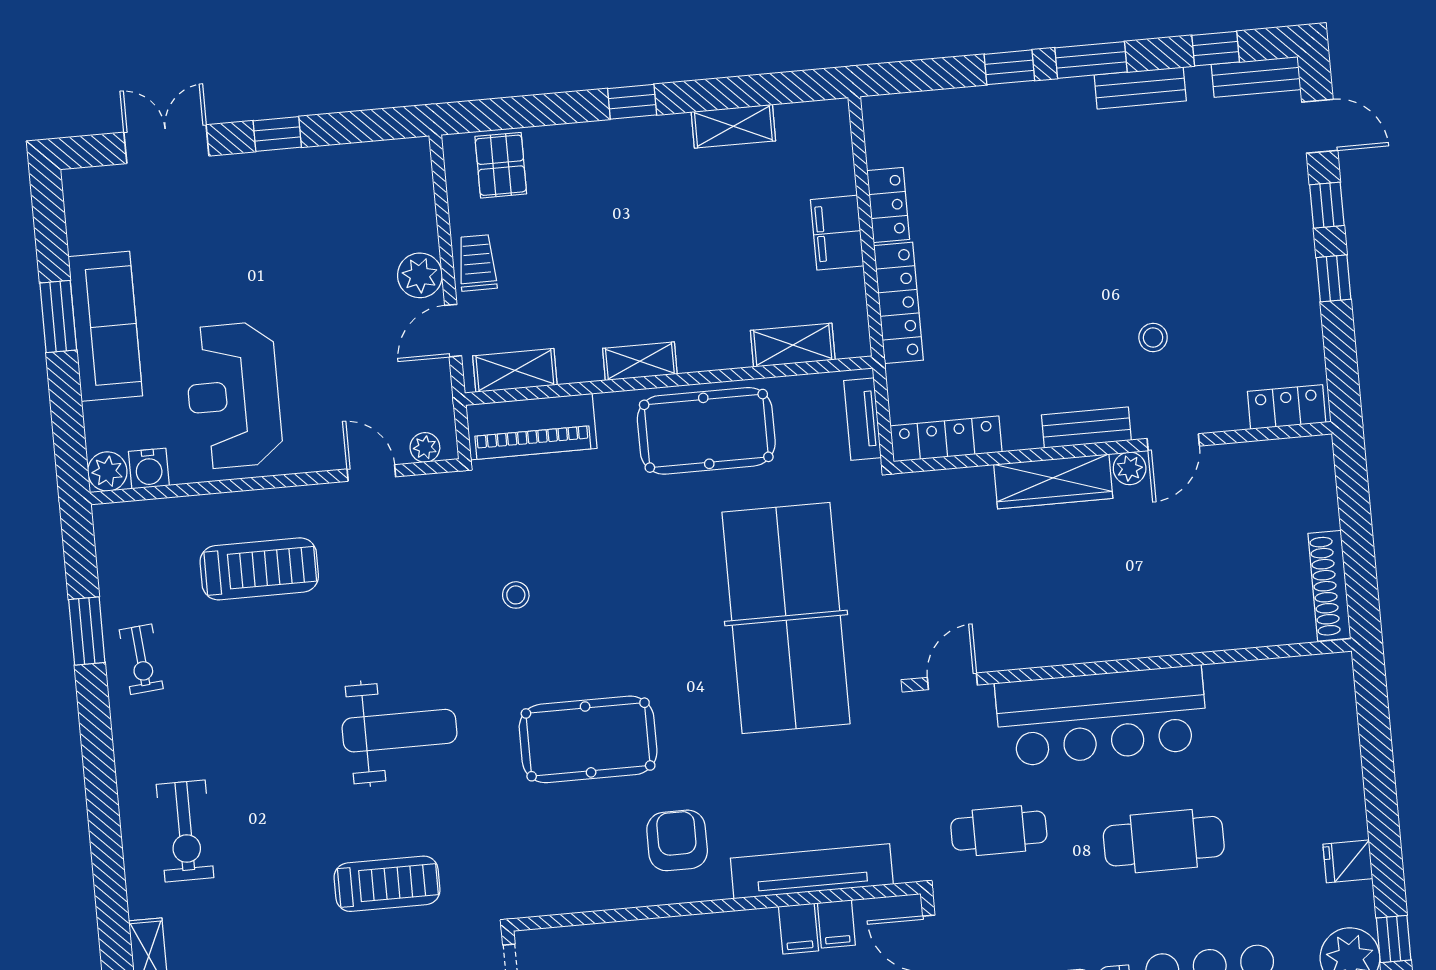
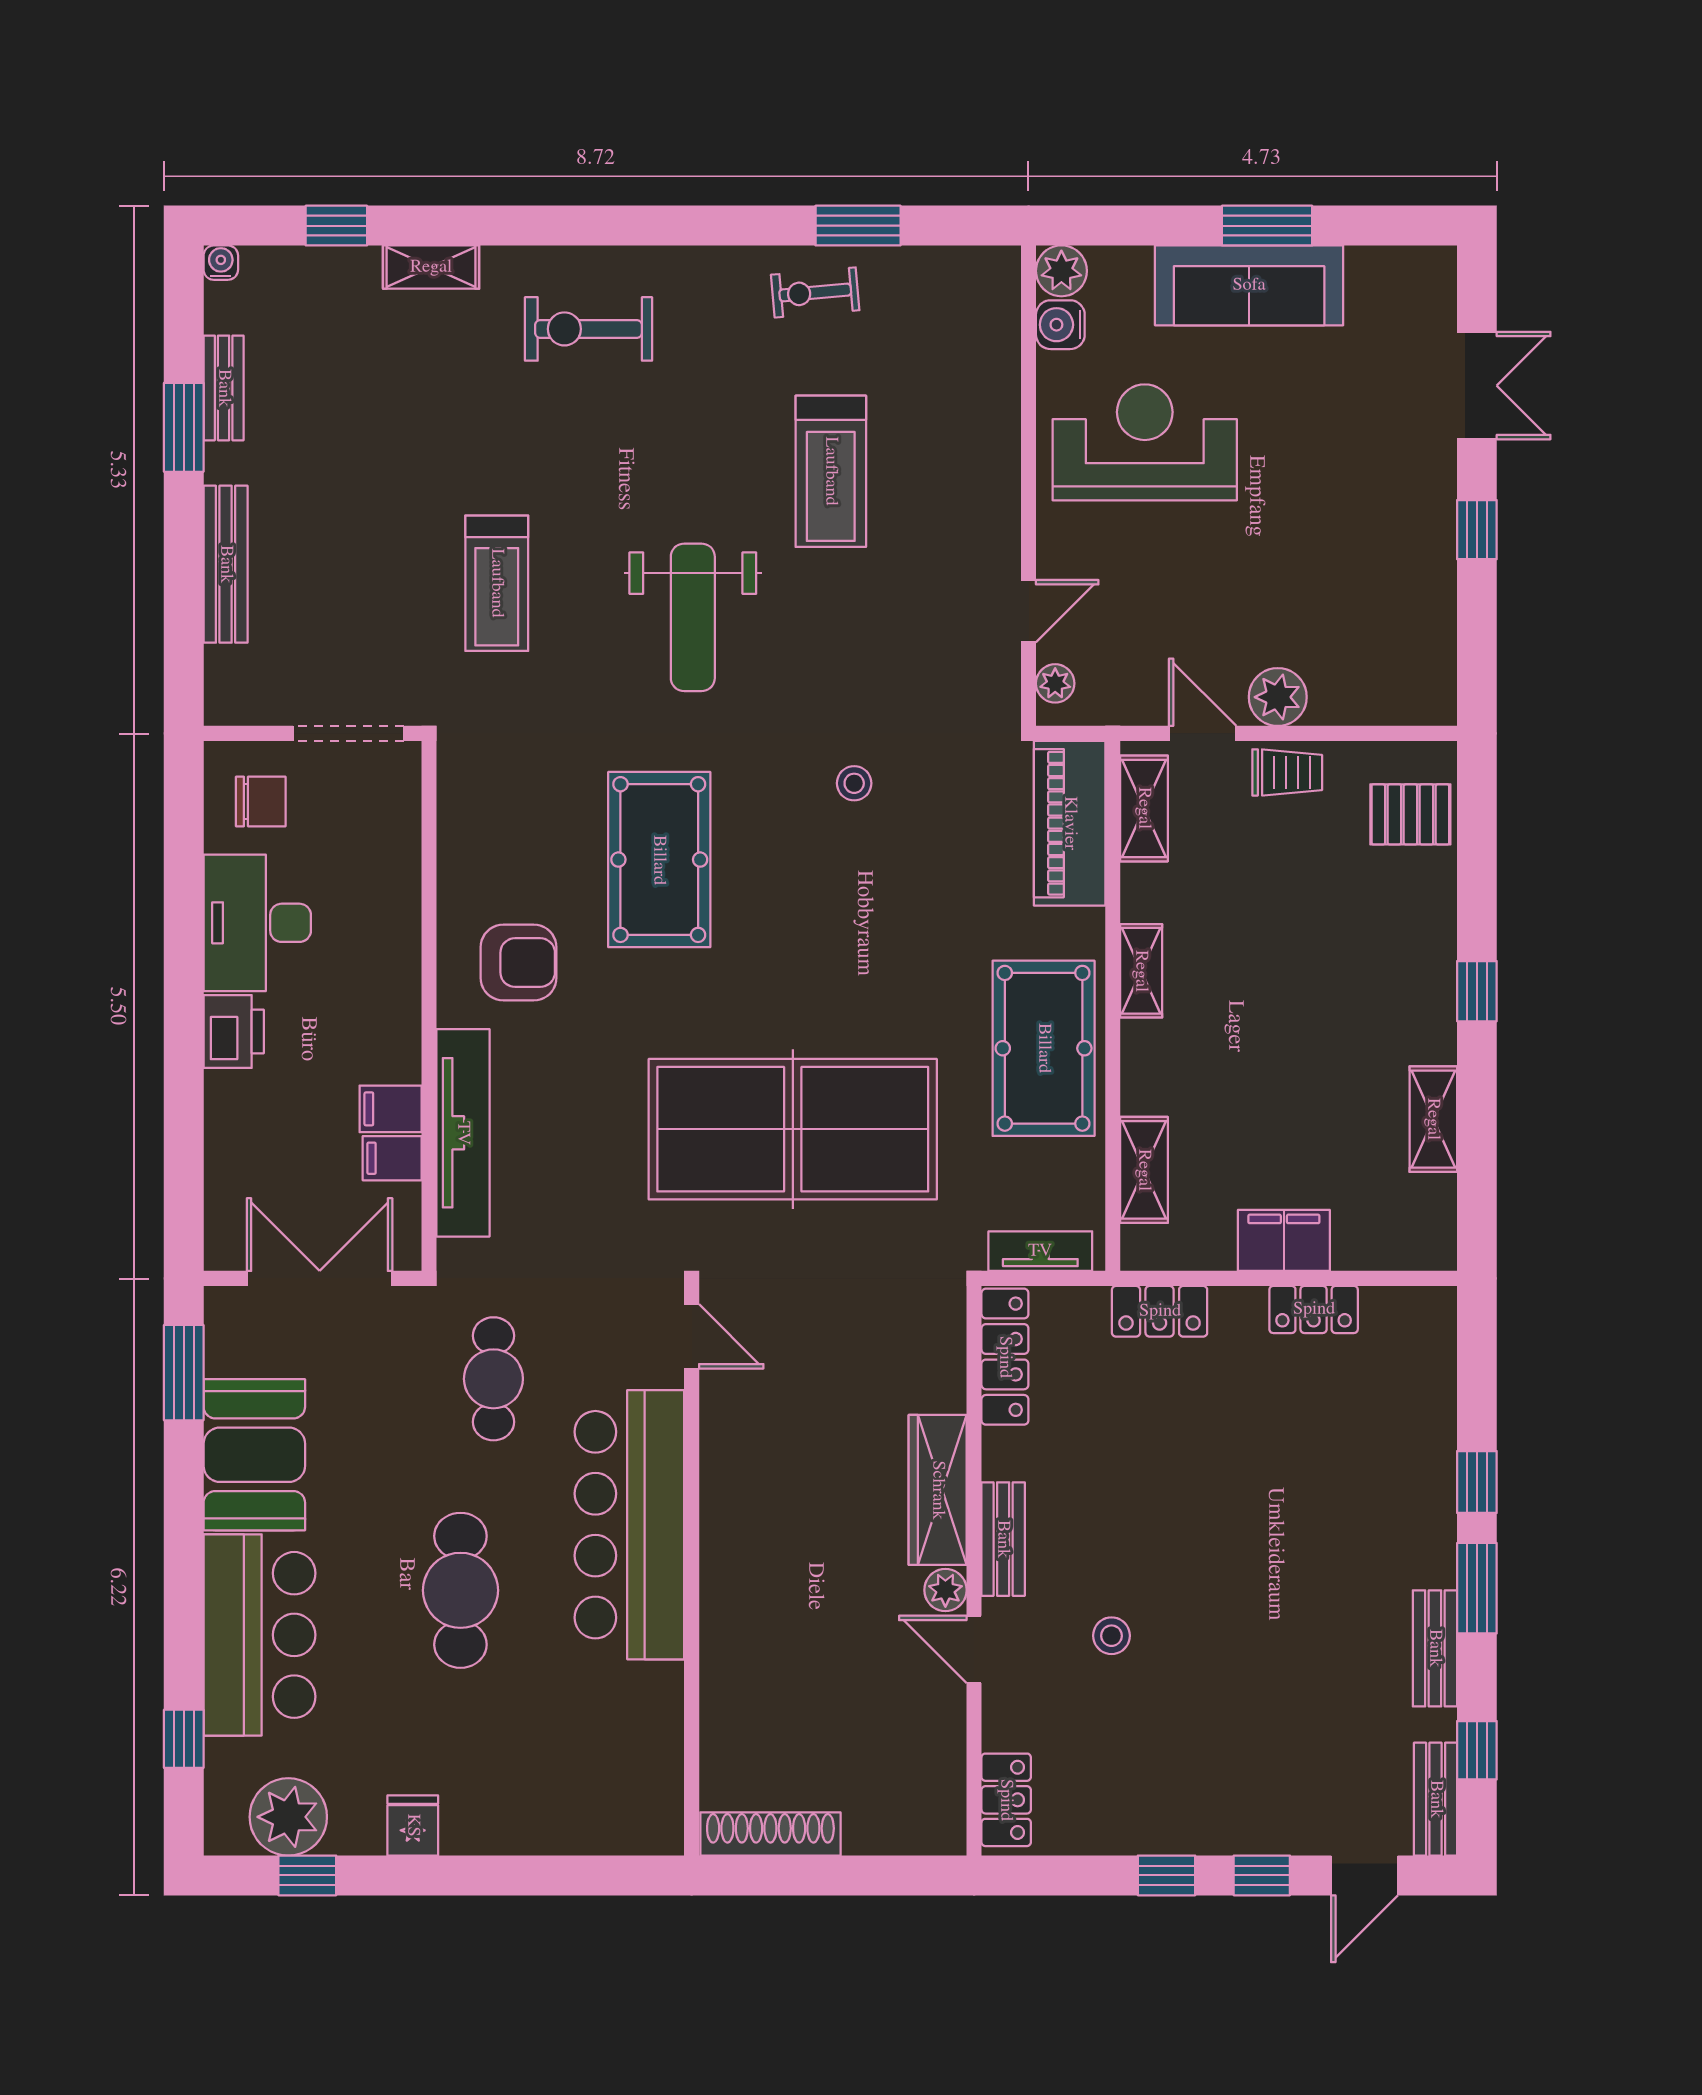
locker: (898, 303) -> (1160, 1311), width x0.66
treadmill: (259, 569) -> (831, 471), moved

